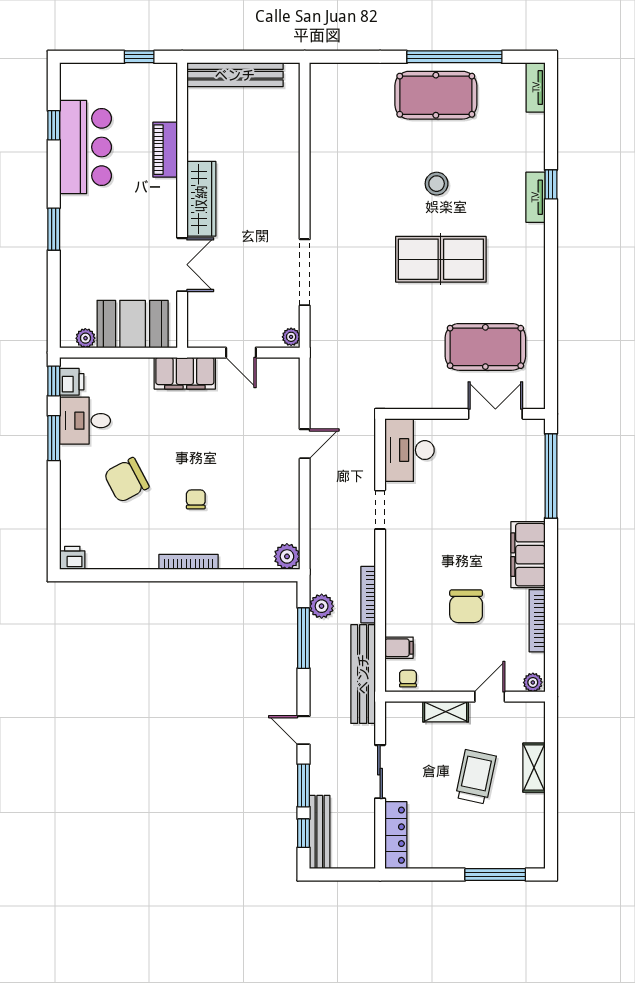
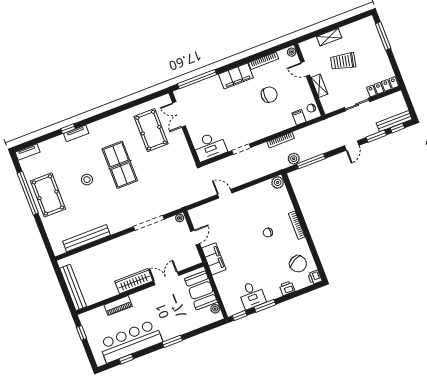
bar counter: (86, 147) -> (130, 341), width x1.36
printer: (72, 382) -> (287, 288), moved
chair: (126, 480) -> (298, 264), moved
bench: (363, 674) -> (87, 238), moved

